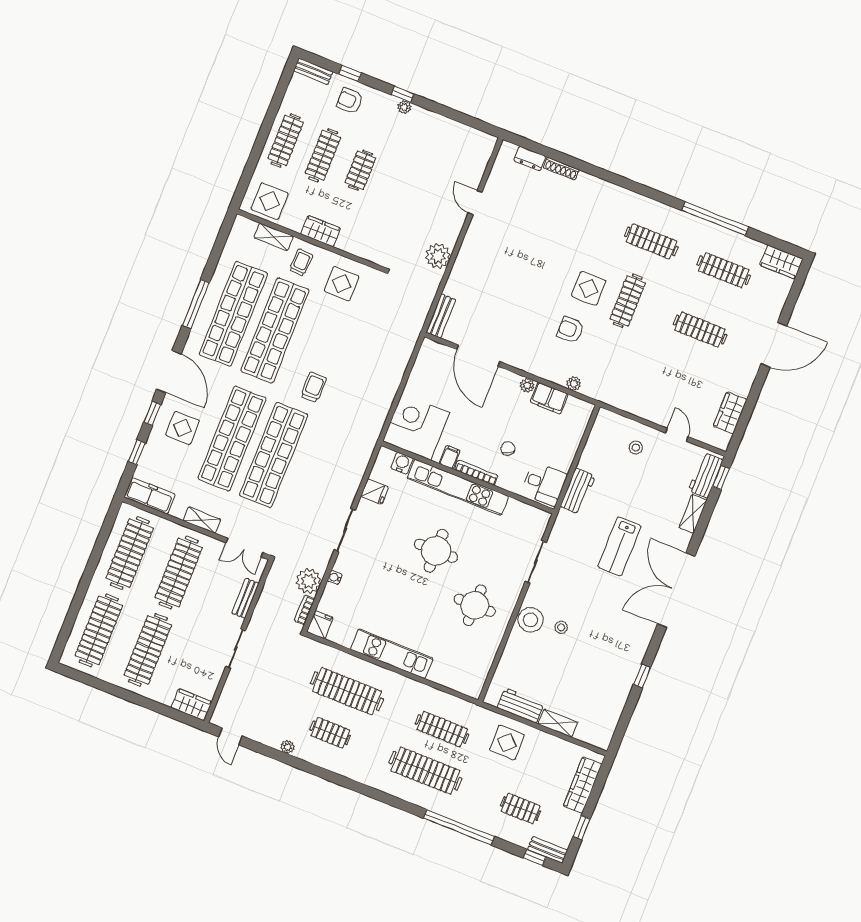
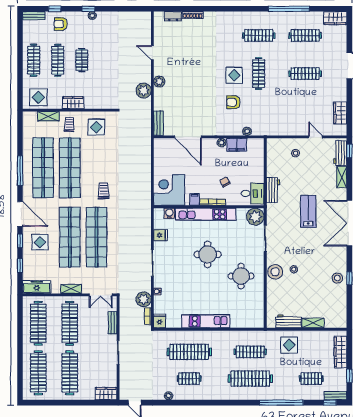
plant: (468, 252) -> (159, 82), added
plant: (534, 522) -> (255, 217), added
lab bench: (619, 546) -> (308, 211), turned 180
stool: (623, 668) -> (337, 278), added

